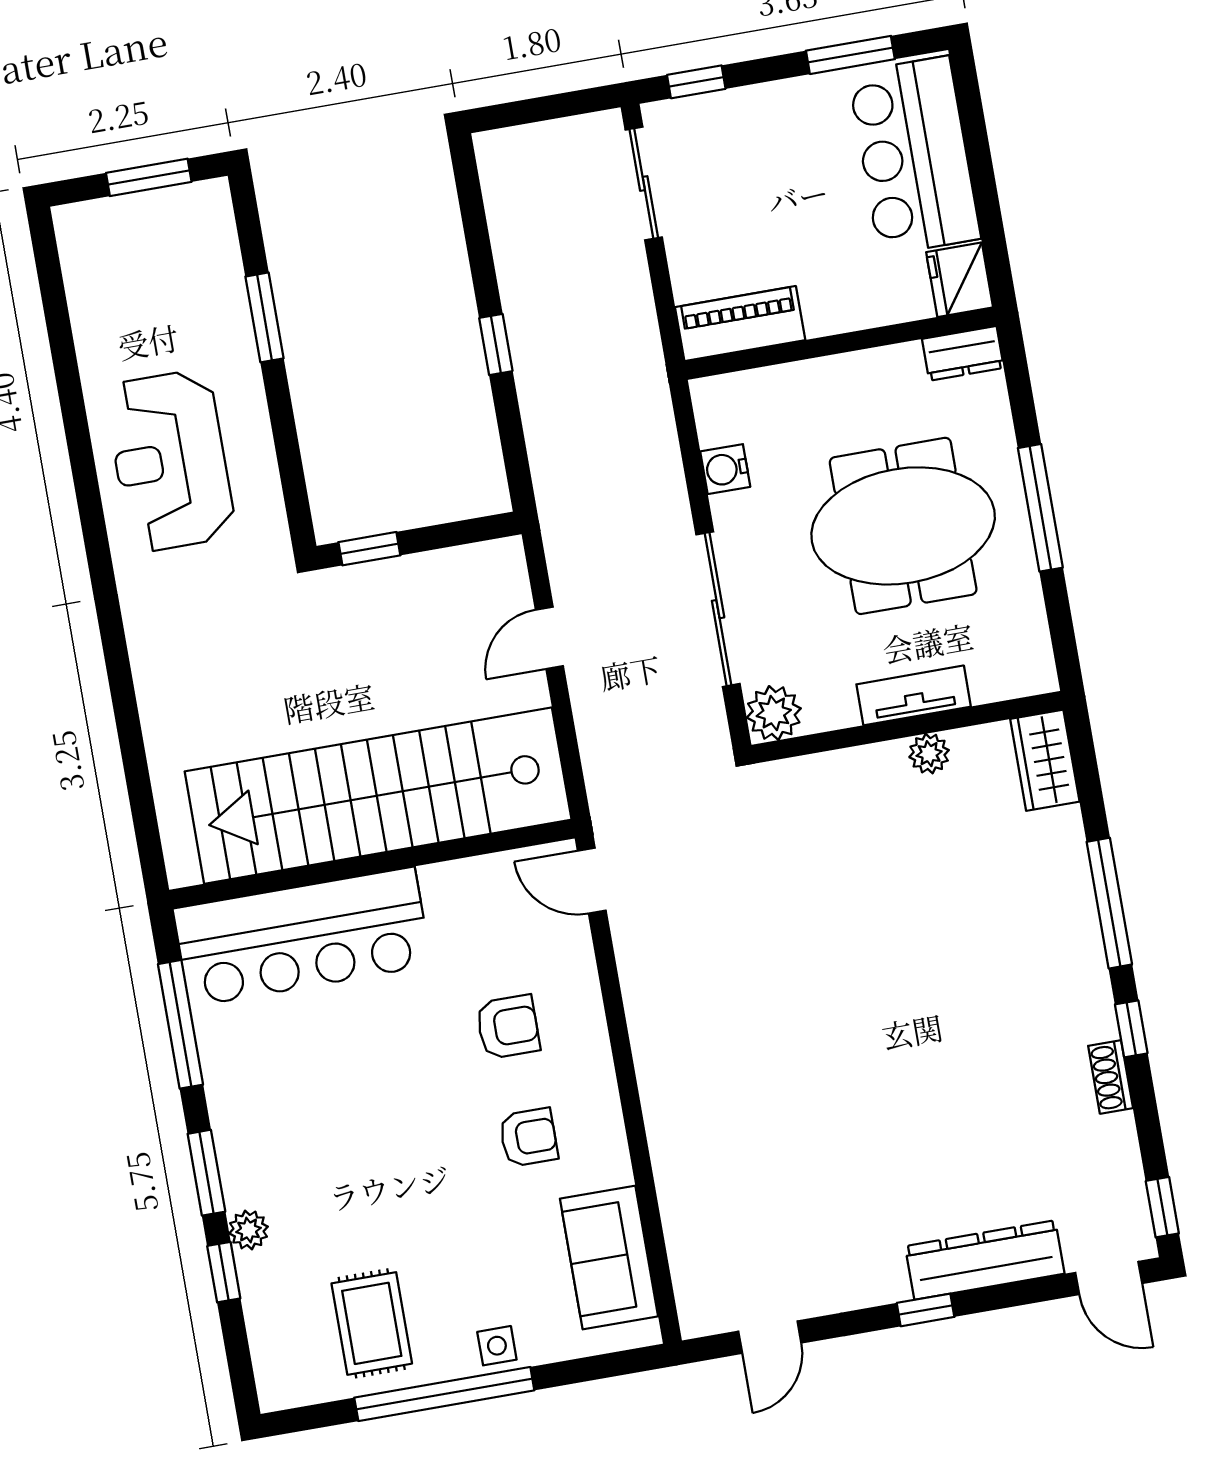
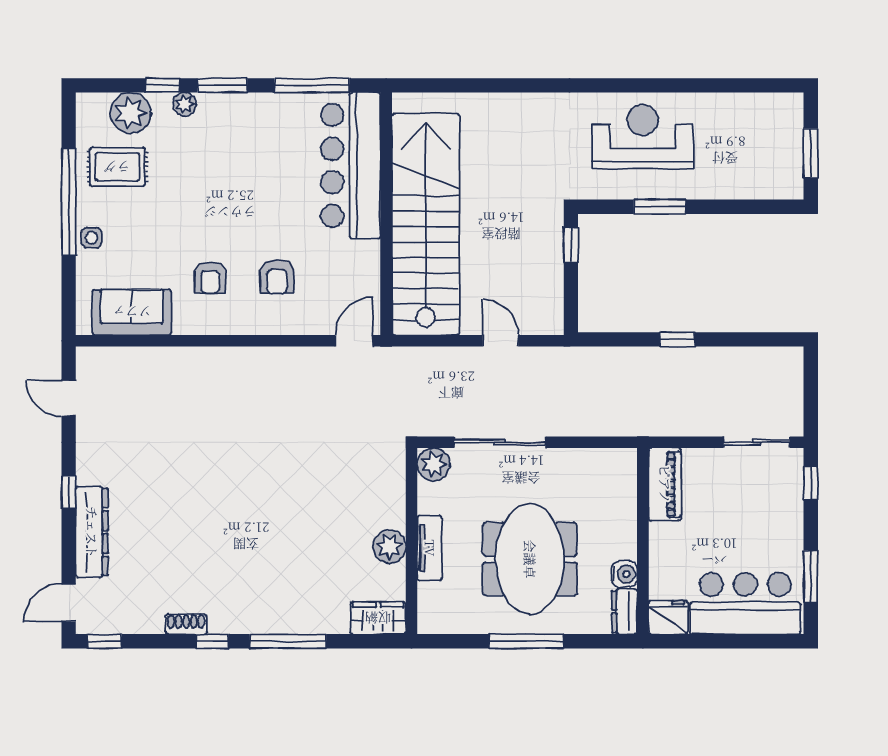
window: (265, 317) -> (660, 207), moved
water cooler: (725, 469) -> (624, 574), moved, turned 90
plant: (929, 754) -> (389, 547), width x1.38, depth x1.38
plant: (278, 1317) -> (131, 113), added

